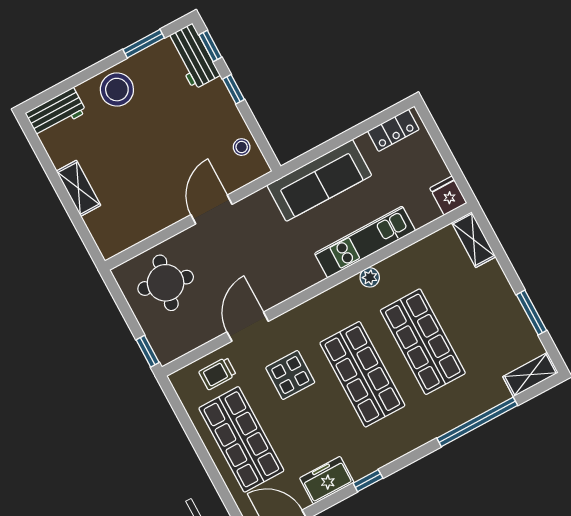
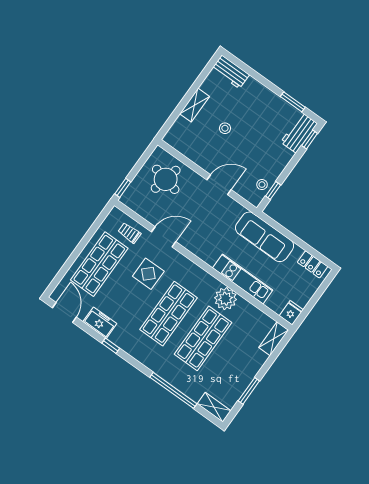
window: (234, 89) -> (273, 191), moved
stool: (117, 90) -> (225, 128), moved, width x0.53, depth x0.53
plant: (370, 277) -> (226, 299), width x1.88, depth x1.88

